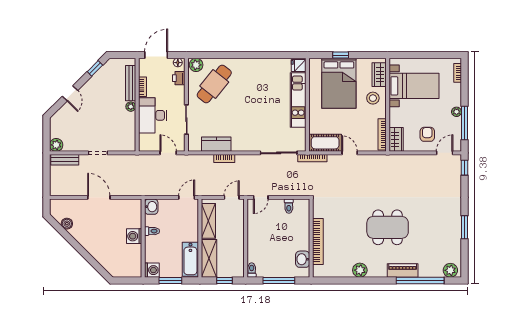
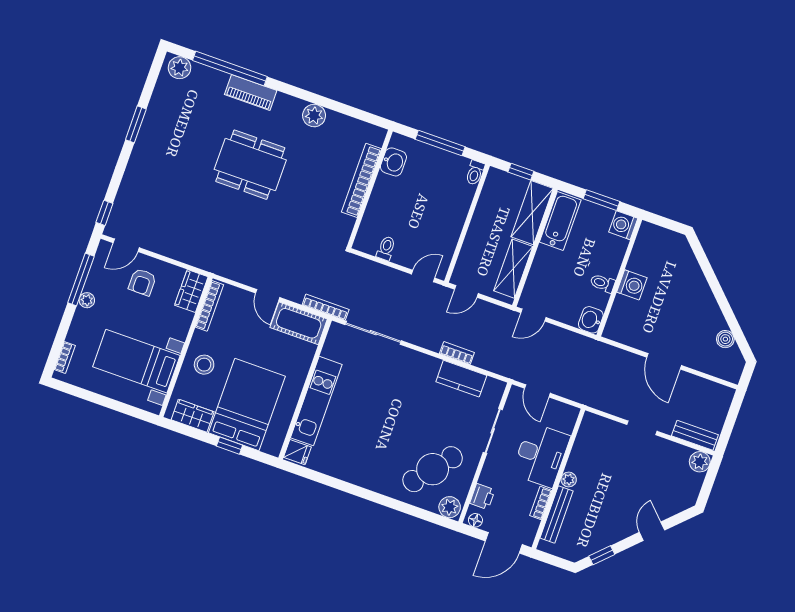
wardrobe: (379, 75) -> (193, 416), moved, turned -90

